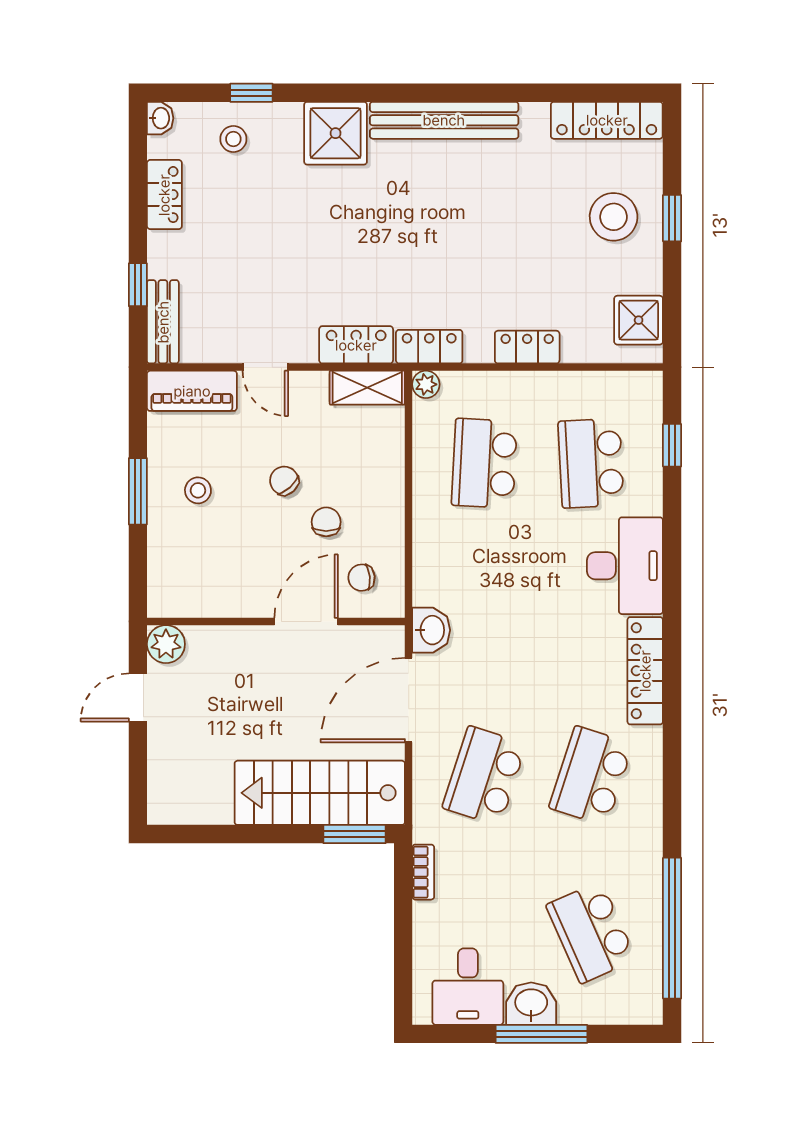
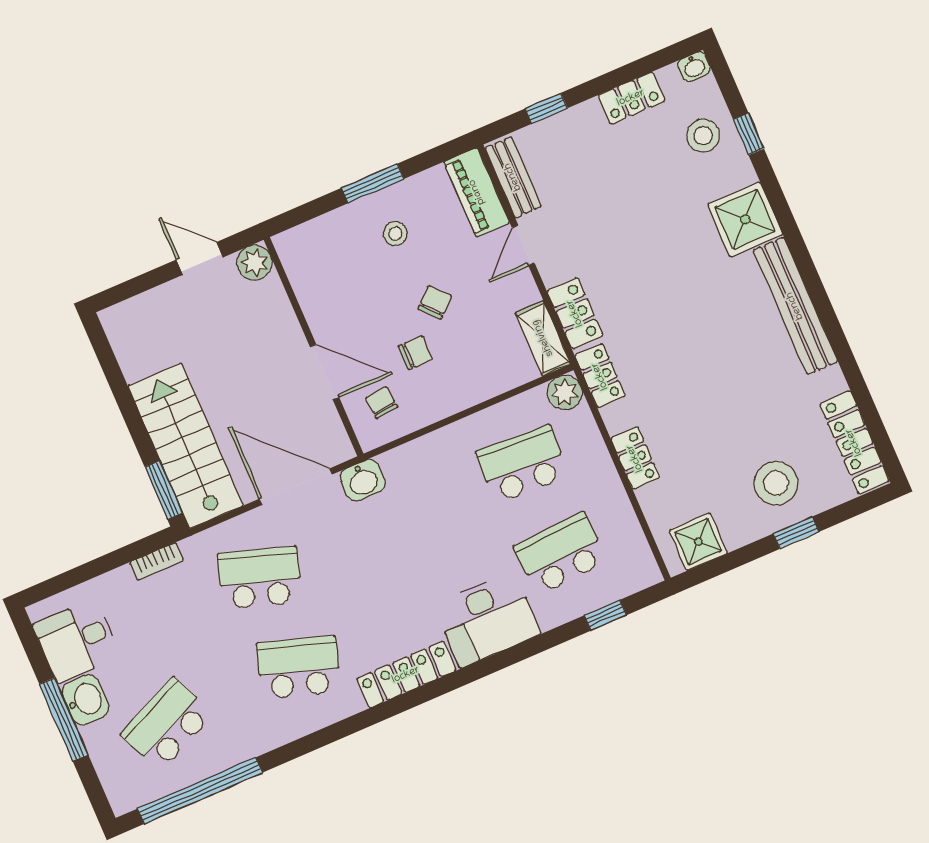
stool: (233, 139) -> (703, 136), width x1.37, depth x1.37
bench: (163, 322) -> (513, 177), moved, turned 90
plant: (426, 384) -> (565, 393), width x1.38, depth x1.38

